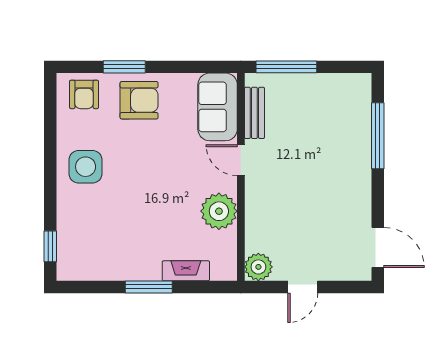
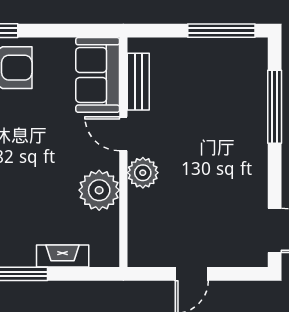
window: (286, 67) -> (221, 31), moved
plant: (258, 267) -> (143, 173), moved

